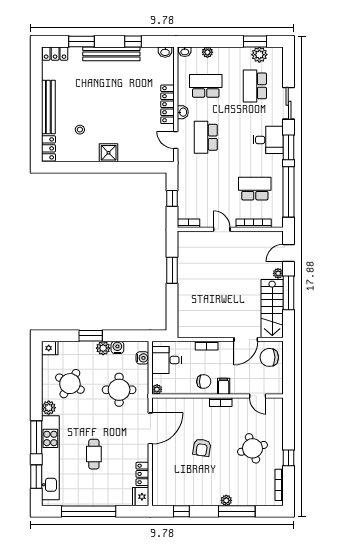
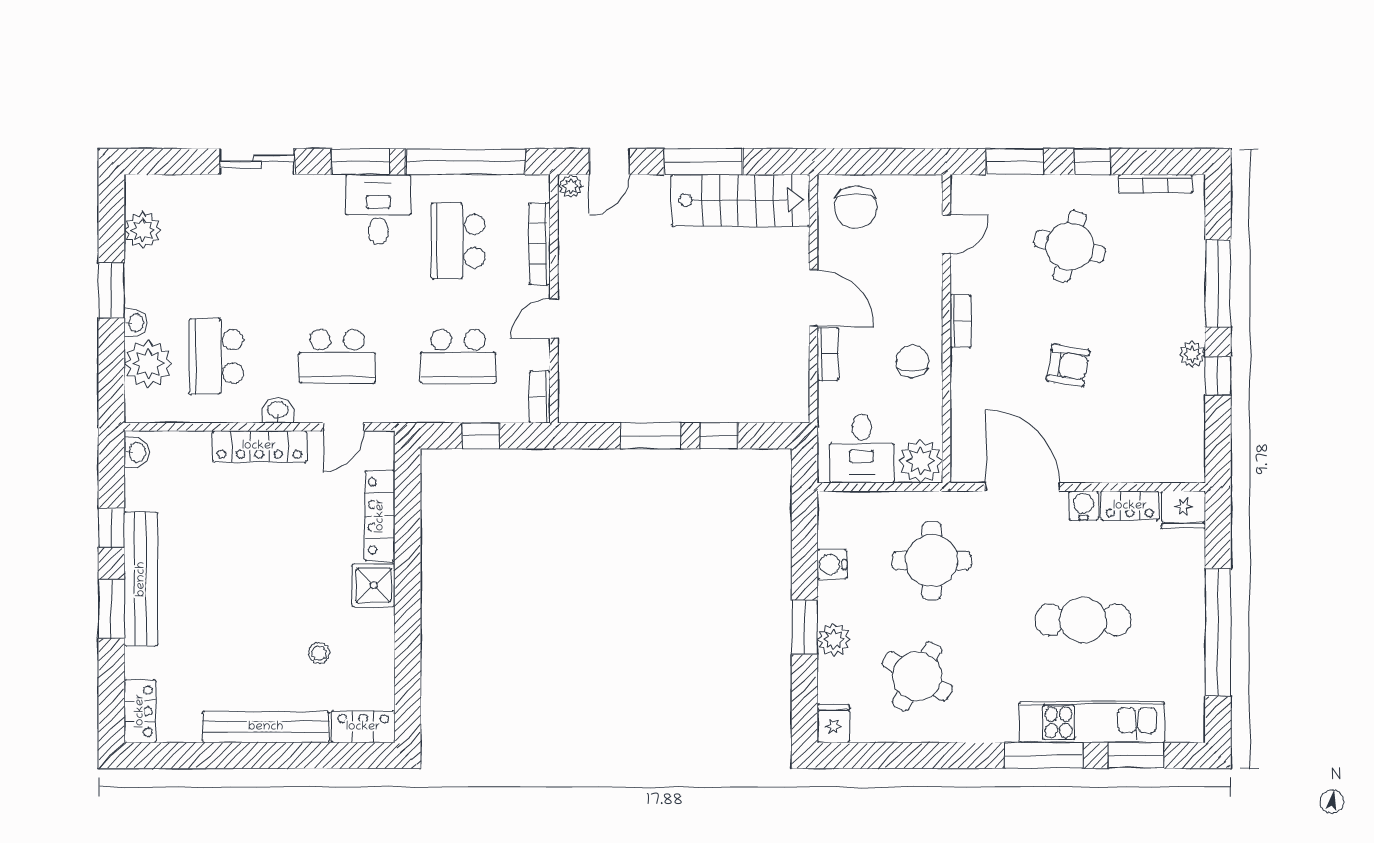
window: (81, 41) -> (111, 609), moved
window: (255, 41) -> (111, 291), moved
washbasin: (185, 52) -> (136, 323), moved
plant: (207, 52) -> (148, 364), width x1.87, depth x1.87
school desk: (255, 86) -> (458, 357), moved
desk: (268, 140) -> (378, 209), moved
locker: (138, 155) -> (380, 516), added
door: (288, 253) -> (610, 162), hinge flipped
plant: (278, 273) -> (571, 186), moved
window: (172, 300) -> (719, 436), added
door: (246, 340) -> (813, 298), moved
plant: (103, 348) -> (834, 640), moved
water cooler: (142, 358) -> (1084, 505), moved
filing cabinet: (224, 386) -> (923, 314), removed
plant: (157, 389) -> (920, 461), width x1.88, depth x1.88
plant: (49, 408) -> (974, 726), removed
window: (288, 425) -> (1015, 162), added
round table: (252, 448) -> (1070, 246), turned 32
cafe table: (94, 454) -> (1083, 620), width x1.37, depth x1.35
kitchen unit: (50, 458) -> (1092, 722), width x0.73
plant: (226, 500) -> (1192, 354), moved
window: (181, 511) -> (1218, 376), moved

